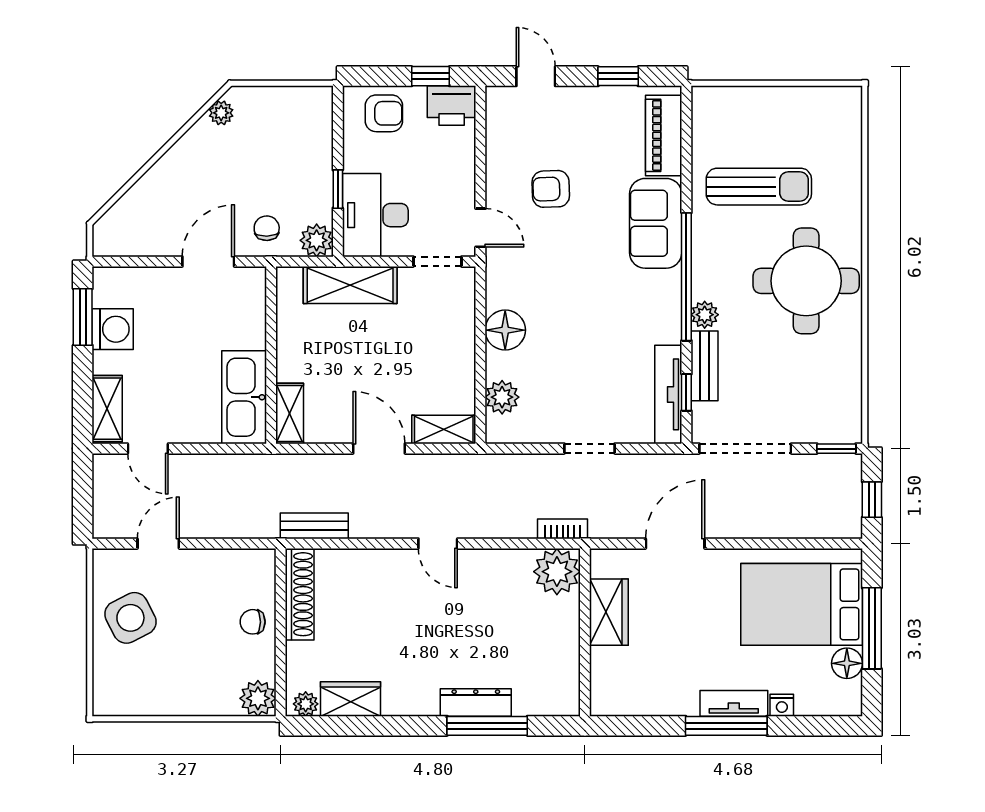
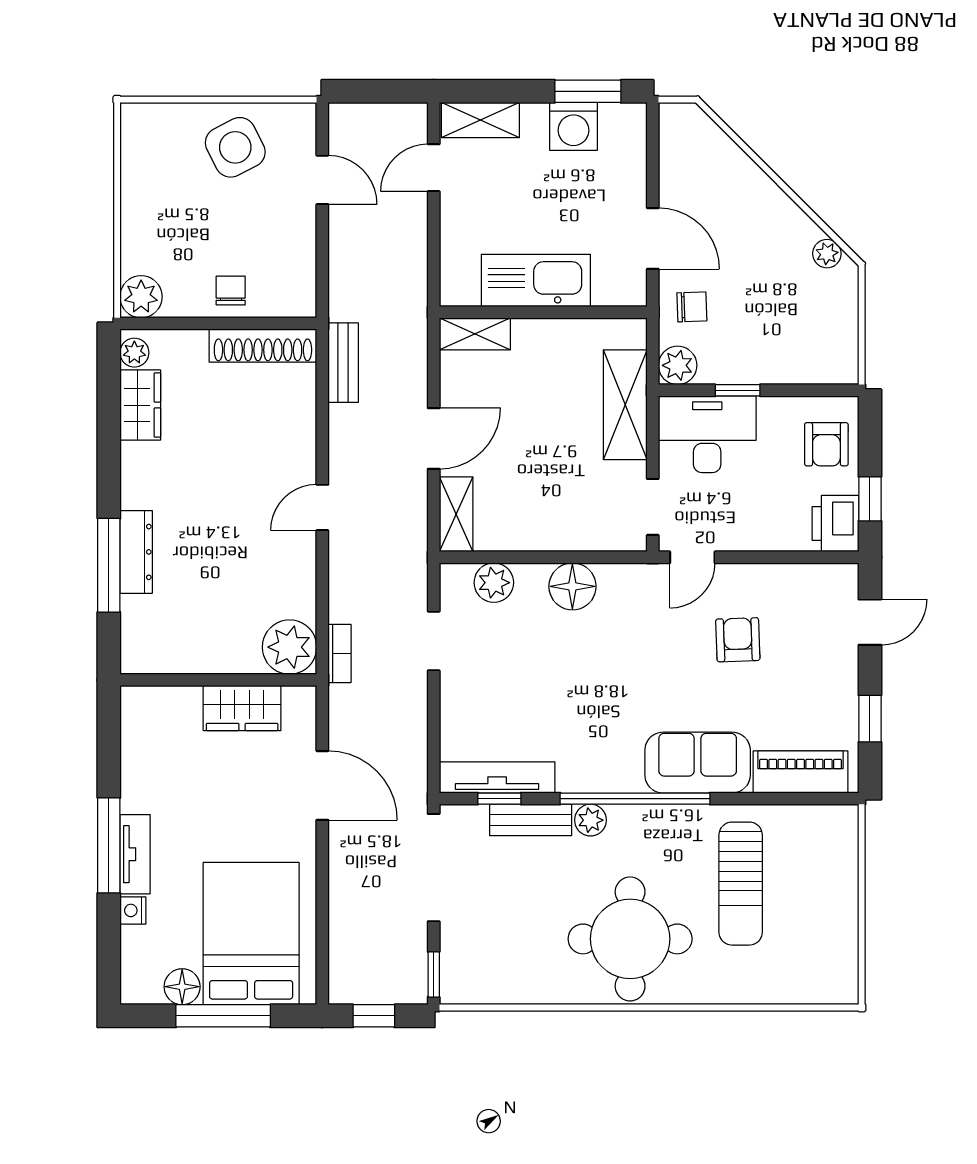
kitchen sink: (244, 397) -> (536, 281), moved
doorway: (589, 449) -> (434, 641), moved

